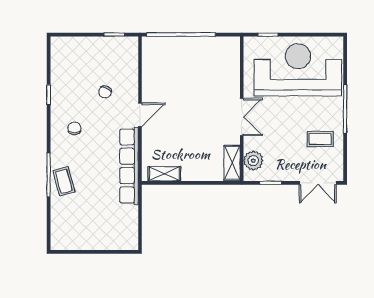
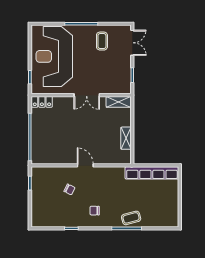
locker: (232, 52) -> (42, 102), added
double door: (242, 117) -> (87, 95), swing flipped
plant: (253, 161) -> (117, 87), removed
row of seats: (129, 166) -> (152, 173), moved
shelving: (164, 174) -> (126, 138), moved

